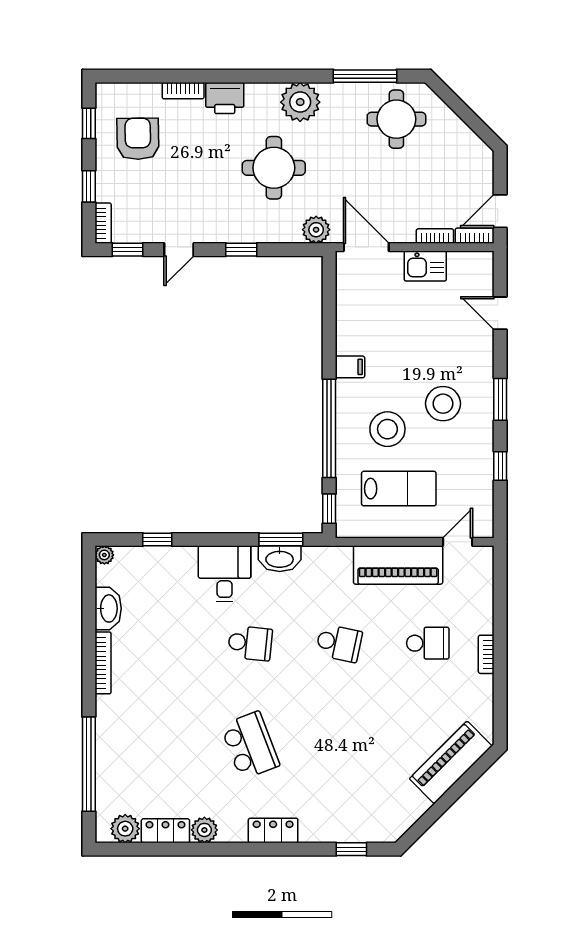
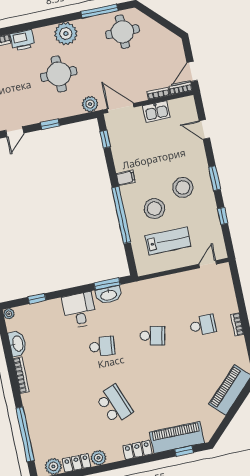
window: (329, 509) -> (105, 139), moved
piano: (398, 565) -> (177, 437), moved, turned 180

